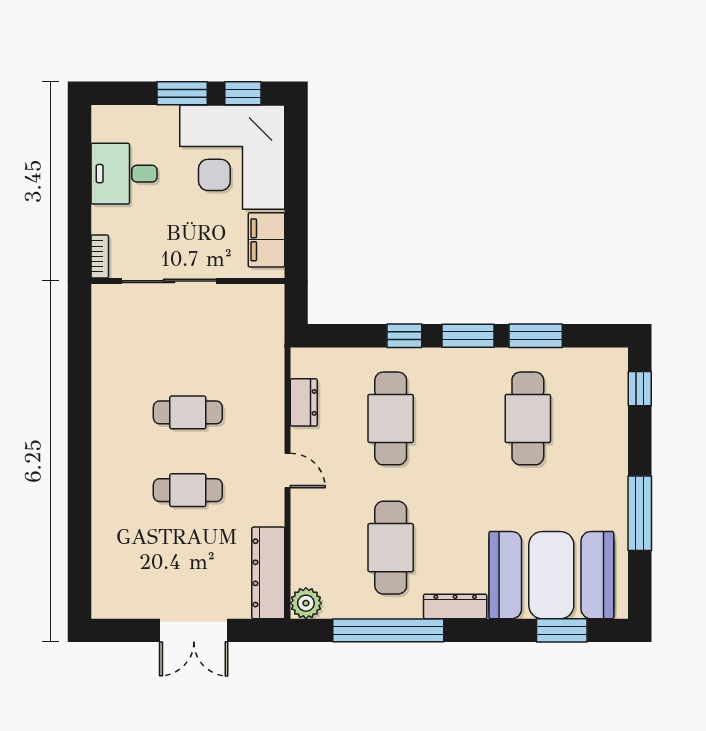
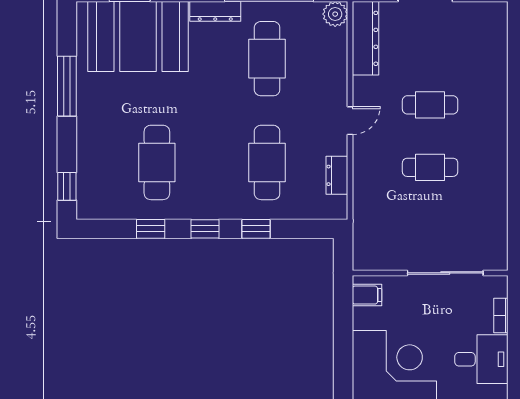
filing cabinet: (266, 240) -> (367, 295), width x0.50
bookcase: (100, 256) -> (501, 315), moved
window: (468, 336) -> (205, 229), width x0.67
window: (536, 336) -> (151, 229), width x0.67
door: (287, 471) -> (350, 121), swing flipped

